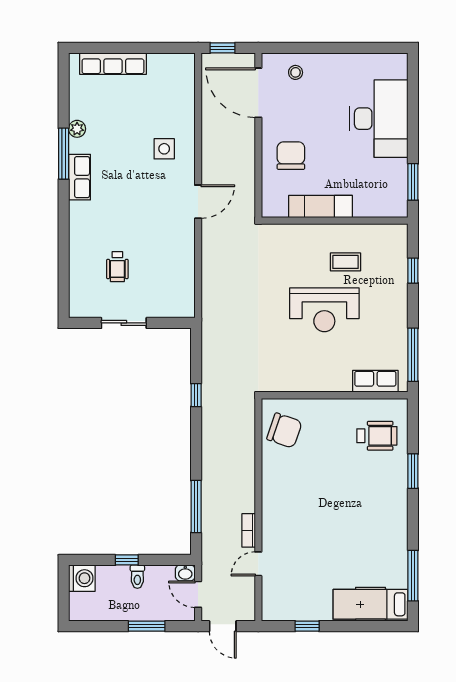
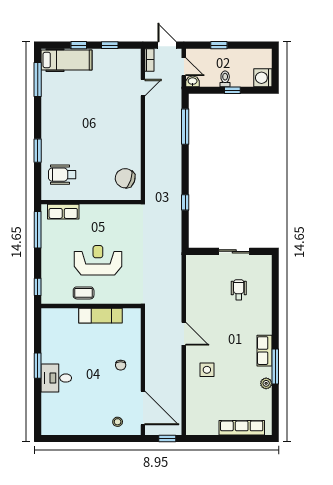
desk: (379, 119) -> (56, 378), width x0.53, depth x0.77
chair: (291, 156) -> (121, 365), width x0.54, depth x0.54
window: (413, 182) -> (38, 366), moved
door: (198, 202) -> (184, 334), swing flipped
exam couch: (320, 206) -> (101, 316), moved
wall: (335, 221) -> (91, 306), moved
bookcase: (249, 530) -> (149, 60), moved
window: (147, 626) -> (219, 45), width x0.67
window: (352, 626) -> (79, 45), added

